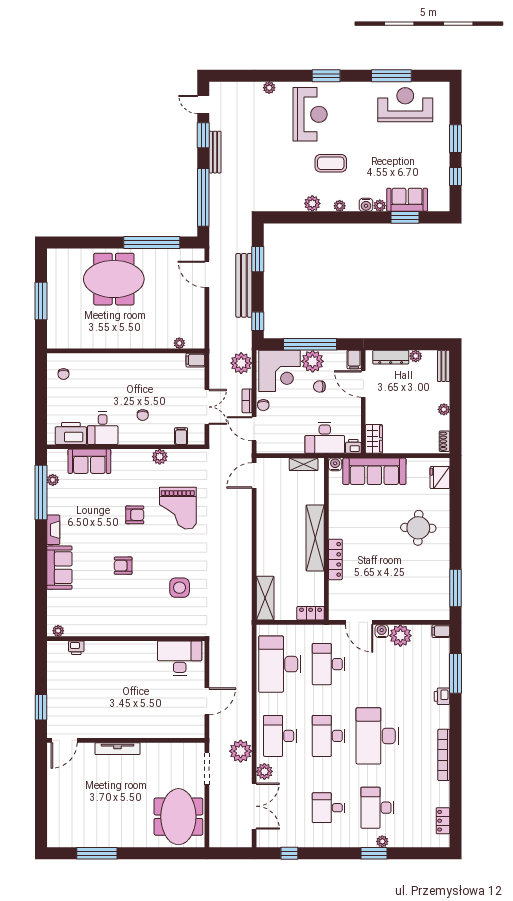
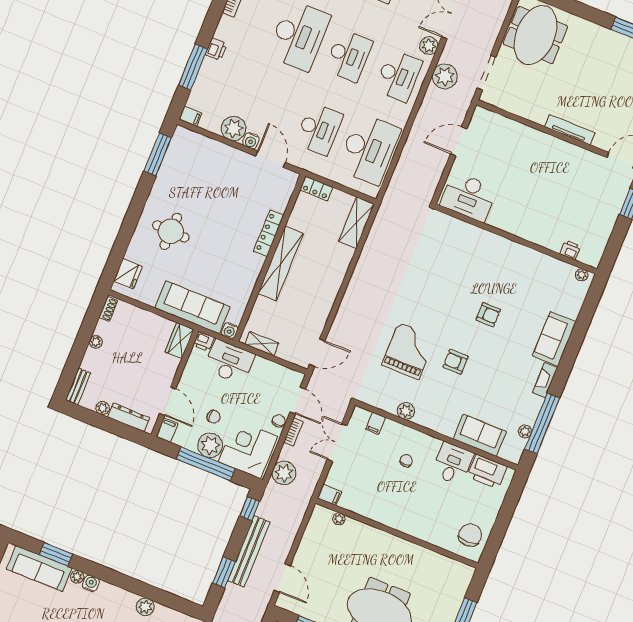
sofa: (407, 200) -> (39, 568), width x1.36
plant: (340, 206) -> (118, 593), removed
chair: (64, 374) -> (470, 535), width x1.87, depth x1.87
side table: (180, 588) -> (440, 269), removed

